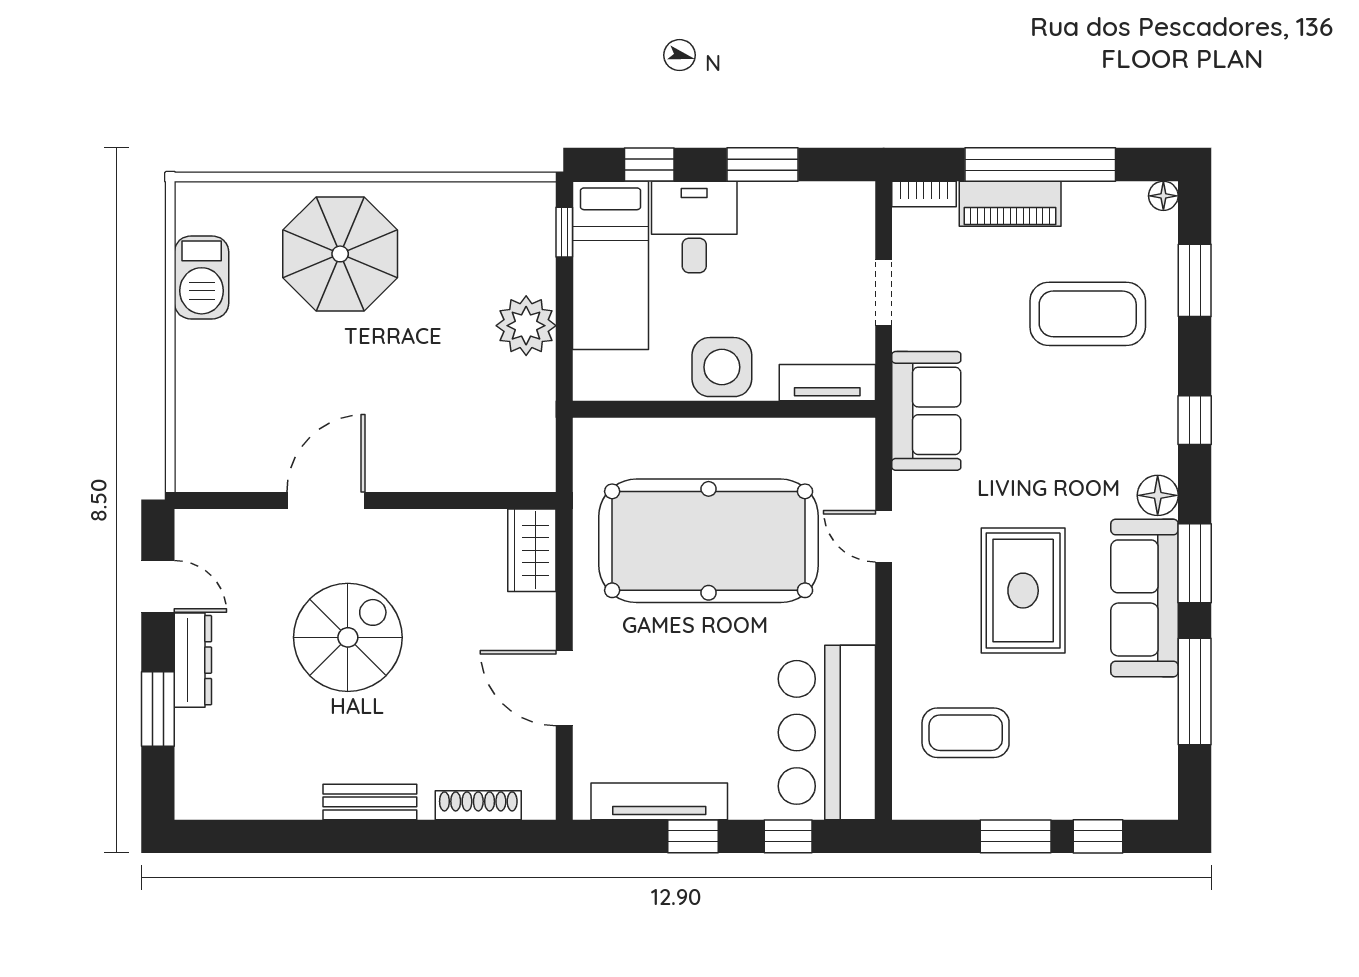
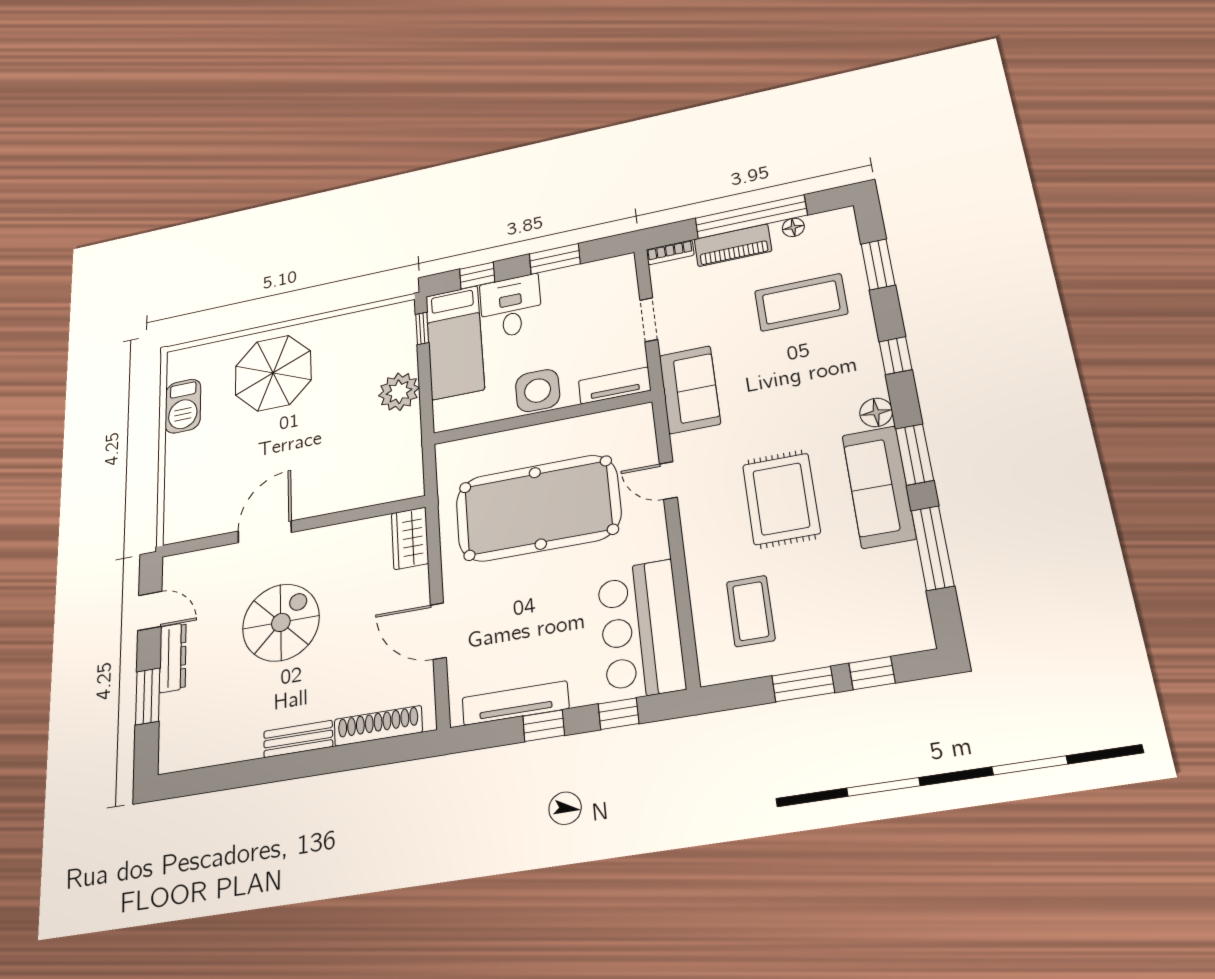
floor lamp: (1163, 196) -> (793, 227), moved
coffee table: (966, 733) -> (751, 611), turned 90
shoe rack: (478, 805) -> (378, 726), width x1.36, depth x1.24

